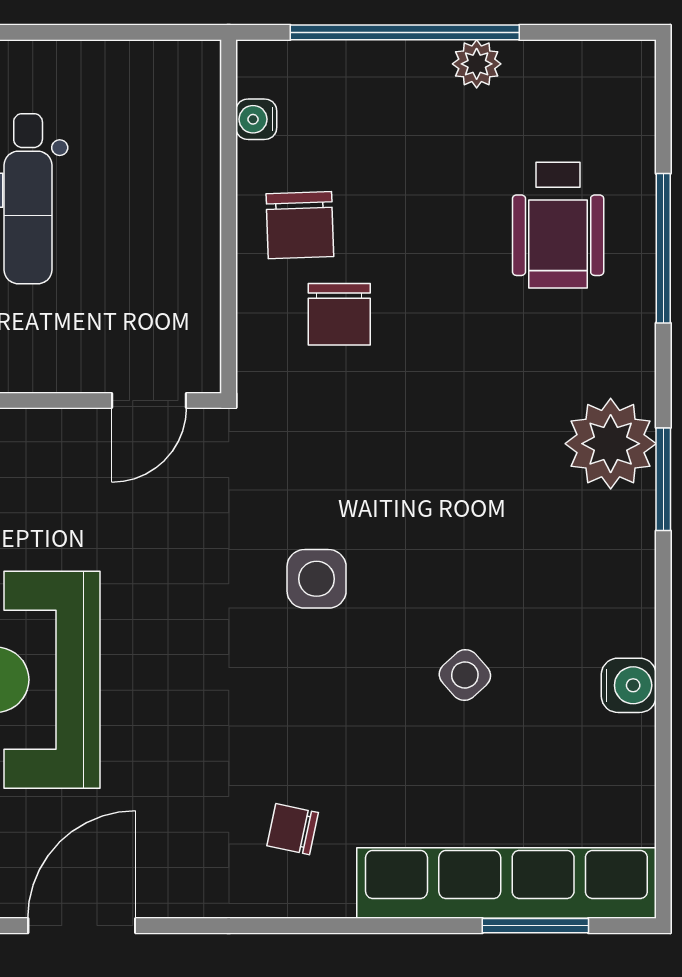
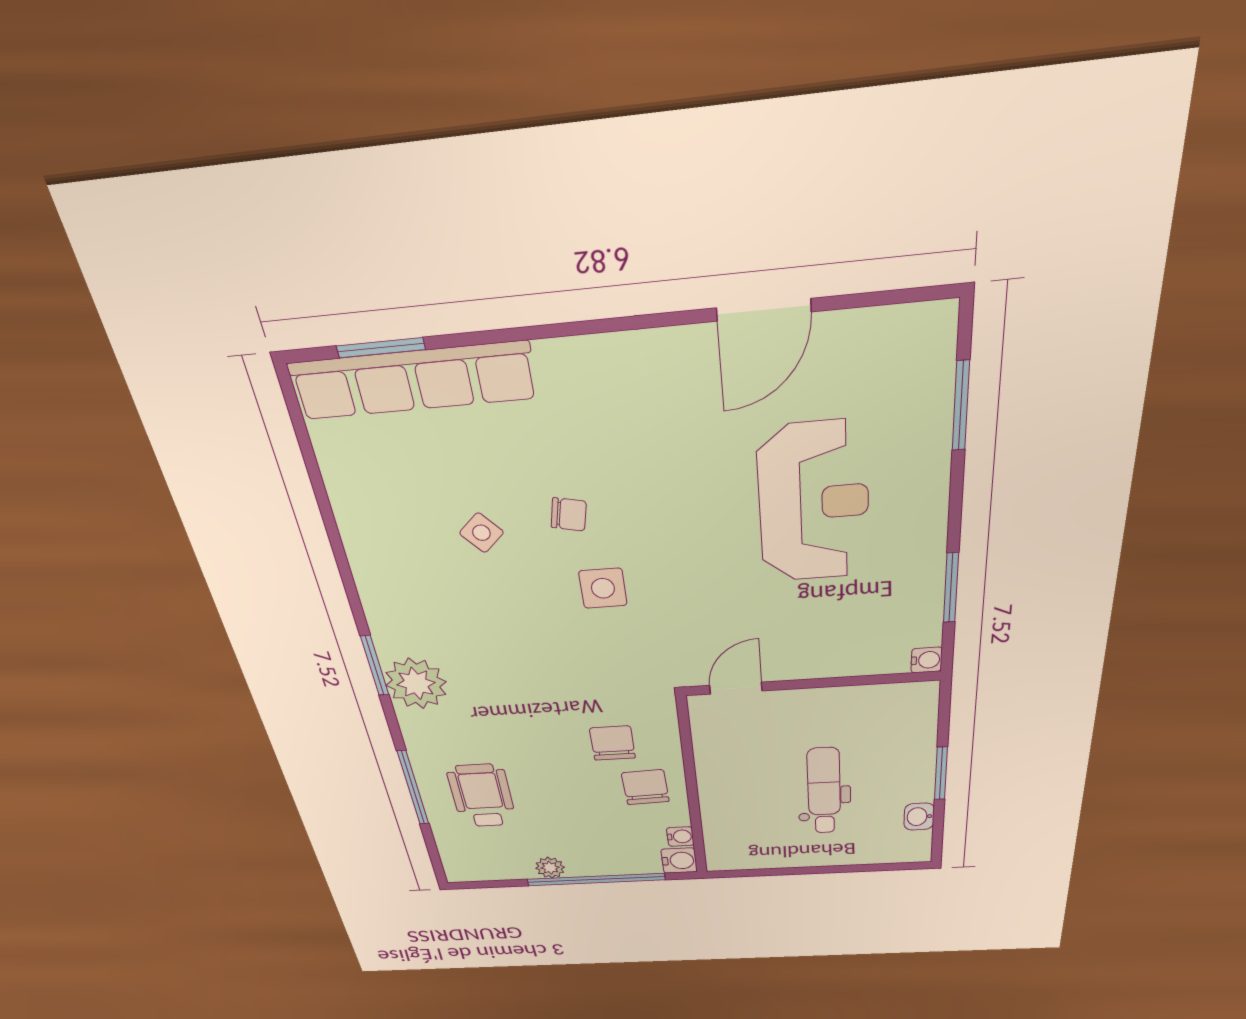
water cooler: (629, 685) -> (679, 861), moved, turned 180
chair: (293, 829) -> (569, 514), moved

